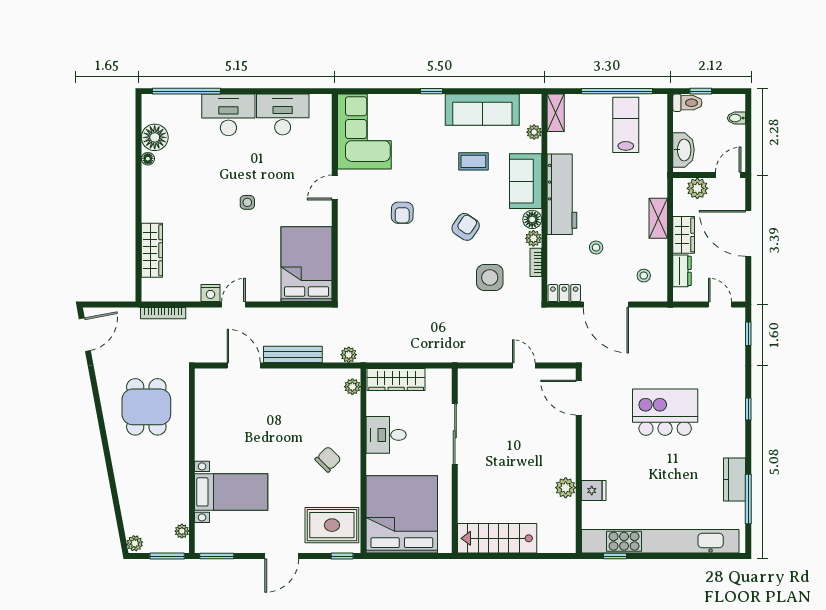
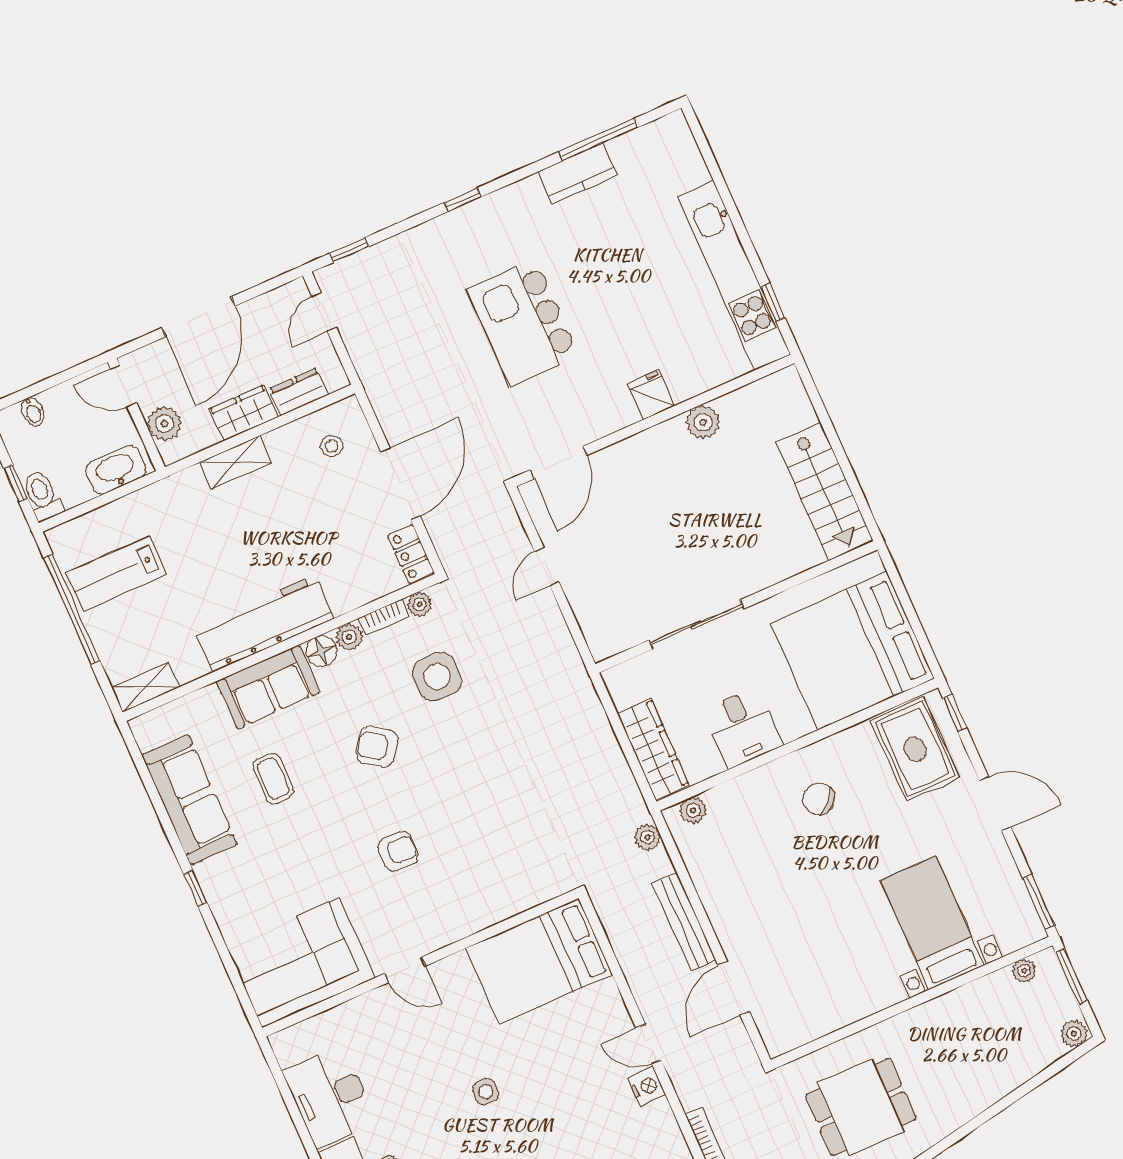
plant: (534, 132) -> (420, 604), moved
stool: (596, 248) -> (321, 536), removed
fridge: (594, 491) -> (651, 395), moved
kitchen unit: (660, 541) -> (734, 276), width x0.73

